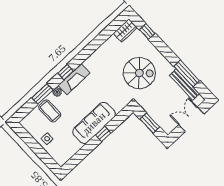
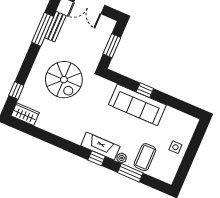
spiral stairs: (139, 73) -> (64, 80), turned 180
bench: (185, 85) -> (55, 27), width x0.73

